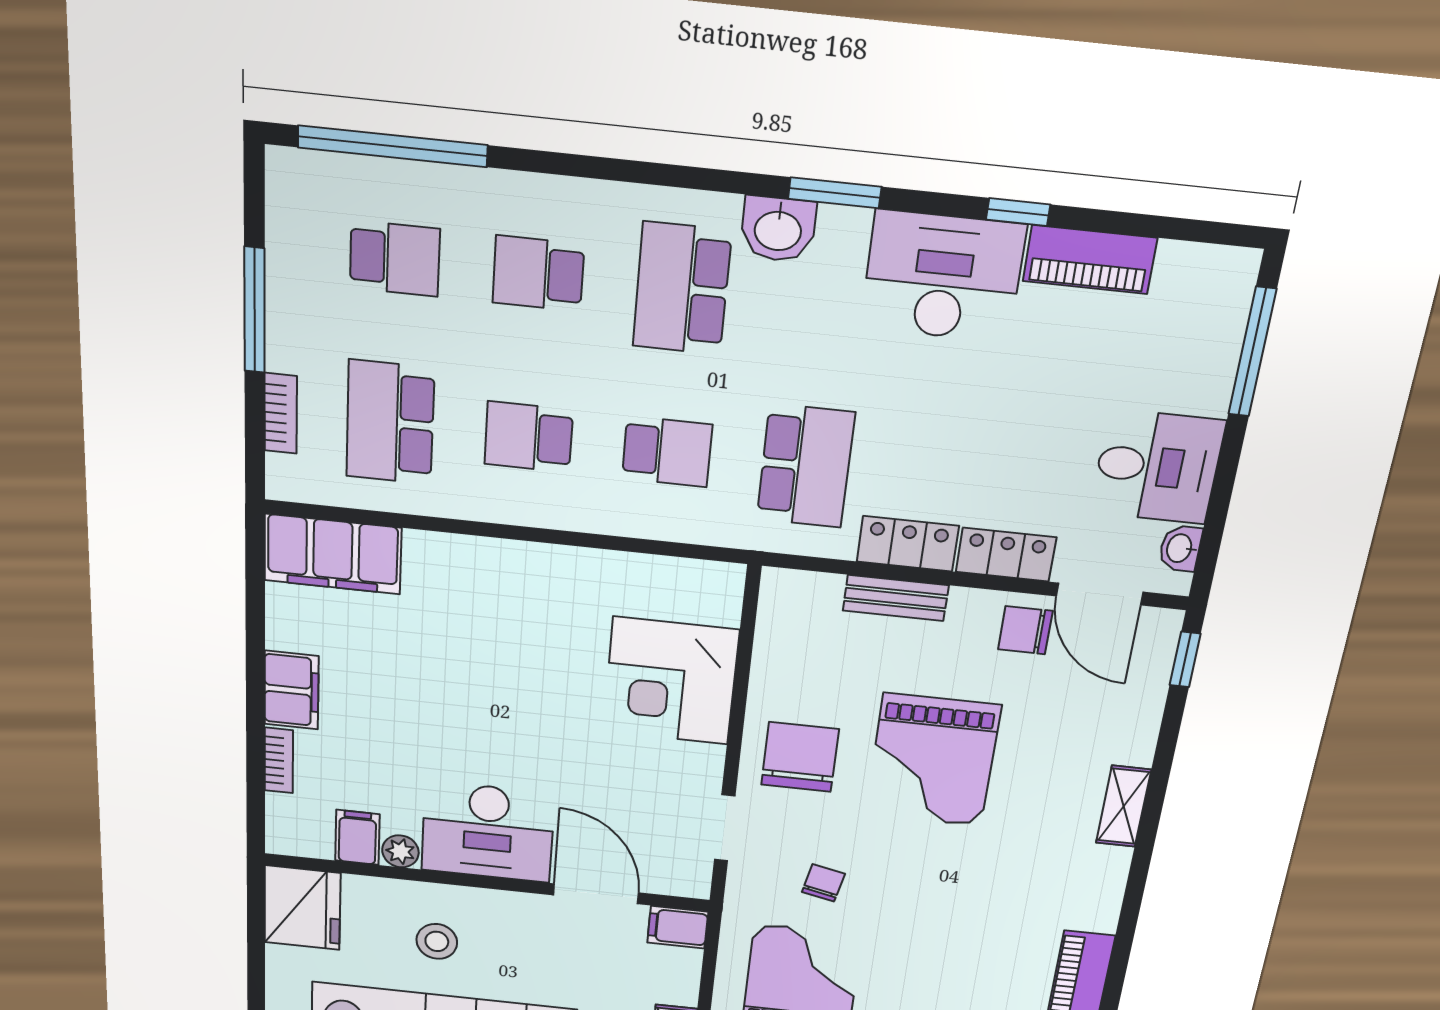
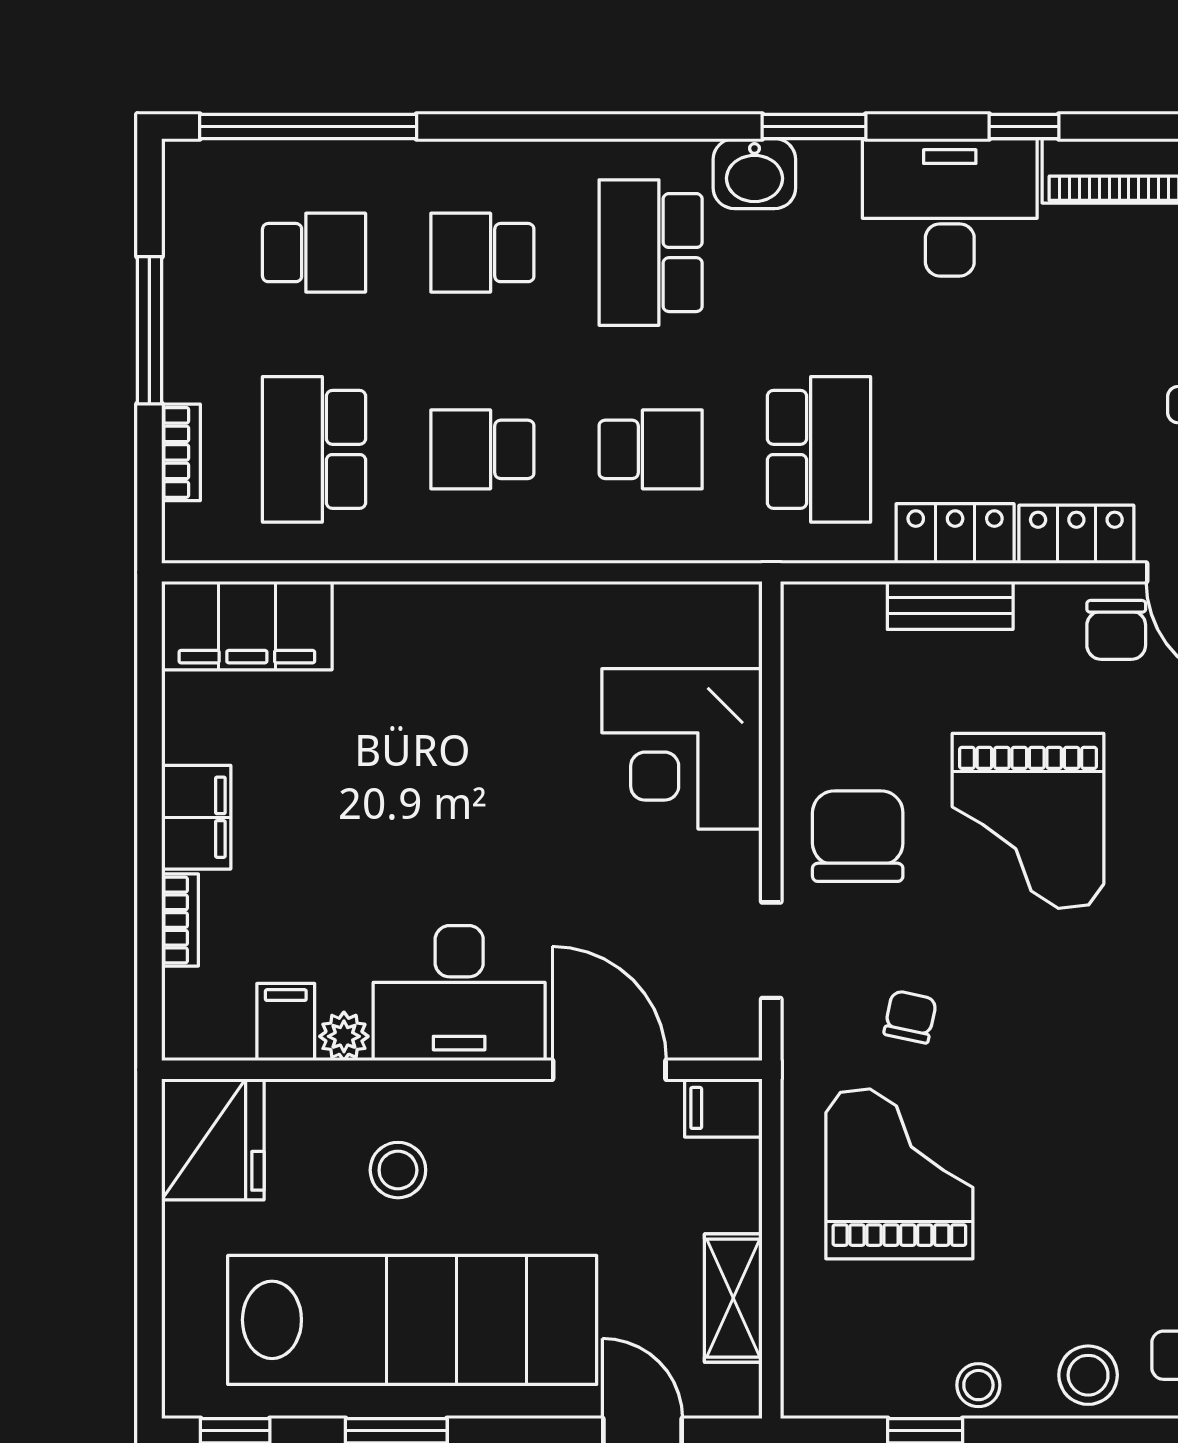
chair: (1025, 630) -> (1116, 630), turned -90

